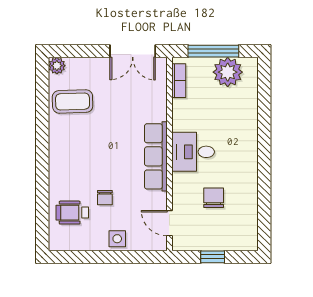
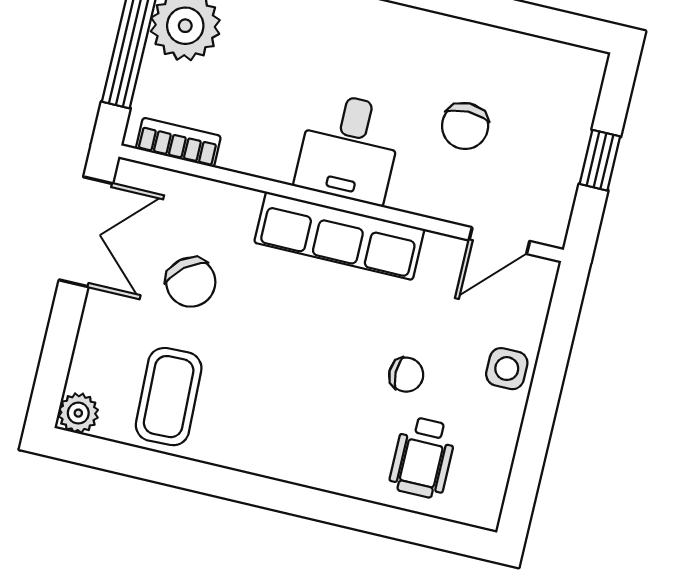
chair: (122, 99) -> (191, 282), added
chair: (214, 198) -> (465, 126), turned -90

